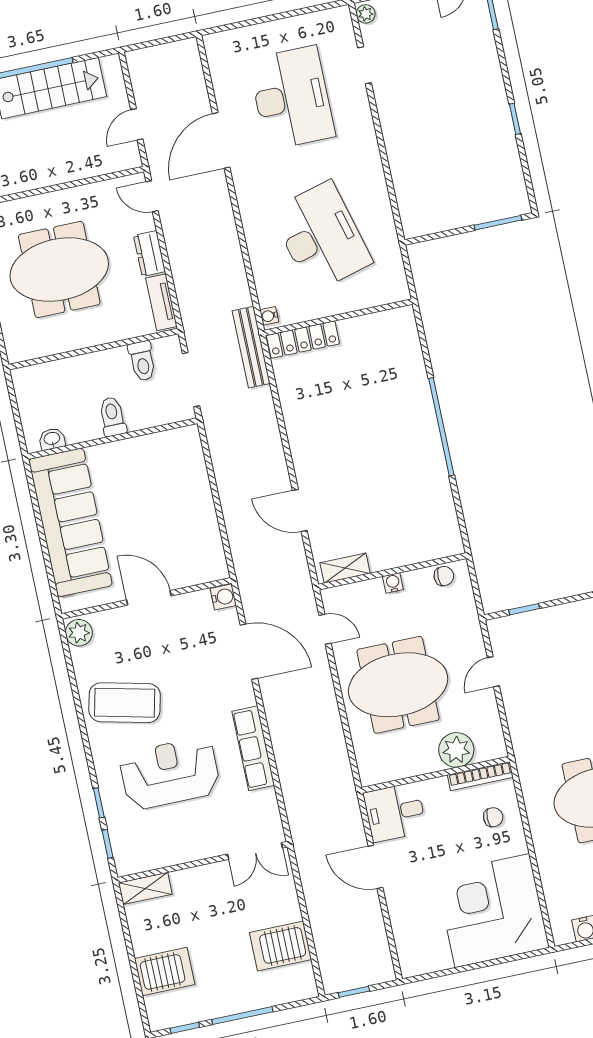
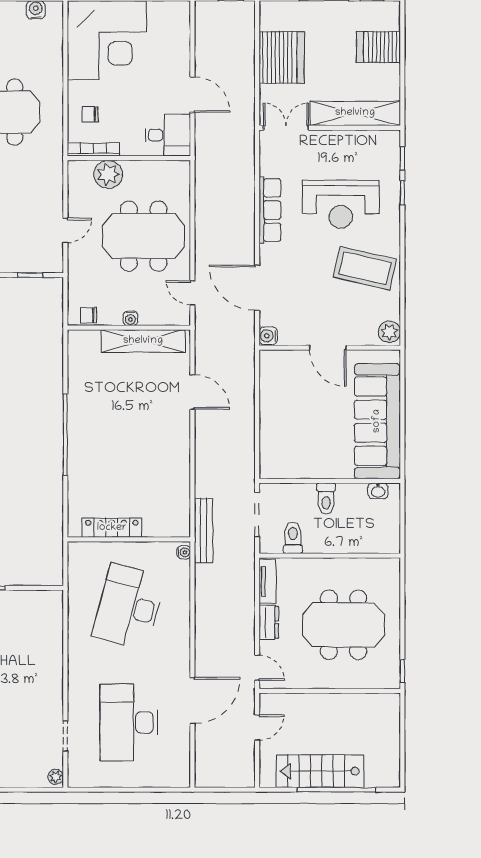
desk: (321, 237) -> (129, 607), turned 30
locker: (303, 340) -> (112, 528), moved
shelving: (345, 568) -> (143, 341), width x2.20, depth x1.33
shelving: (145, 888) -> (355, 113), width x2.20, depth x1.33
server rack: (280, 946) -> (282, 57), width x1.60

